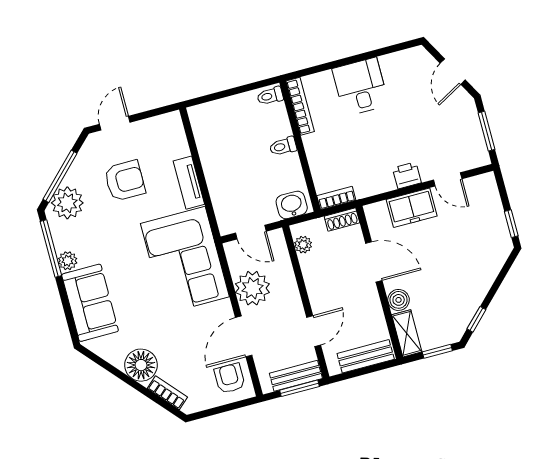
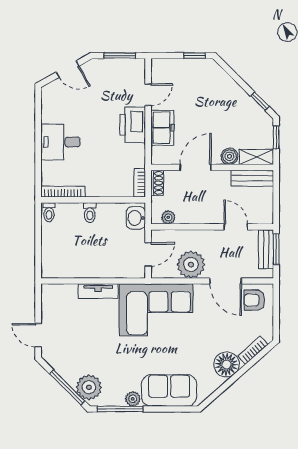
printer: (407, 175) -> (133, 125), width x1.87, depth x1.48
armchair: (125, 181) -> (84, 339), removed
bench: (366, 356) -> (252, 178), moved, turned 90

